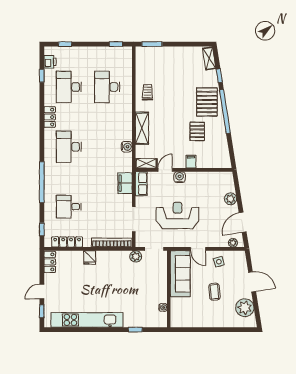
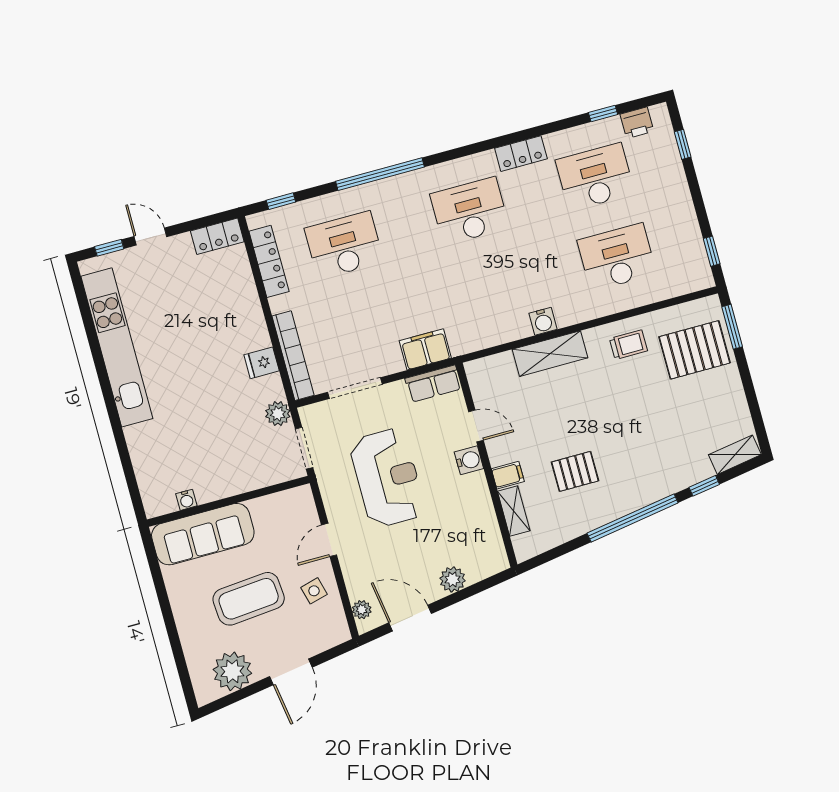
pallet: (207, 102) -> (695, 350), moved
water cooler: (127, 147) -> (543, 321), moved
shelving: (146, 163) -> (514, 511), moved
desk: (69, 207) -> (344, 245), width x1.37
fridge: (90, 257) -> (262, 363), moved
sofa: (180, 274) -> (203, 534), moved
coffee table: (214, 292) -> (249, 599), width x1.86, depth x1.72
window: (135, 330) -> (124, 454), removed

